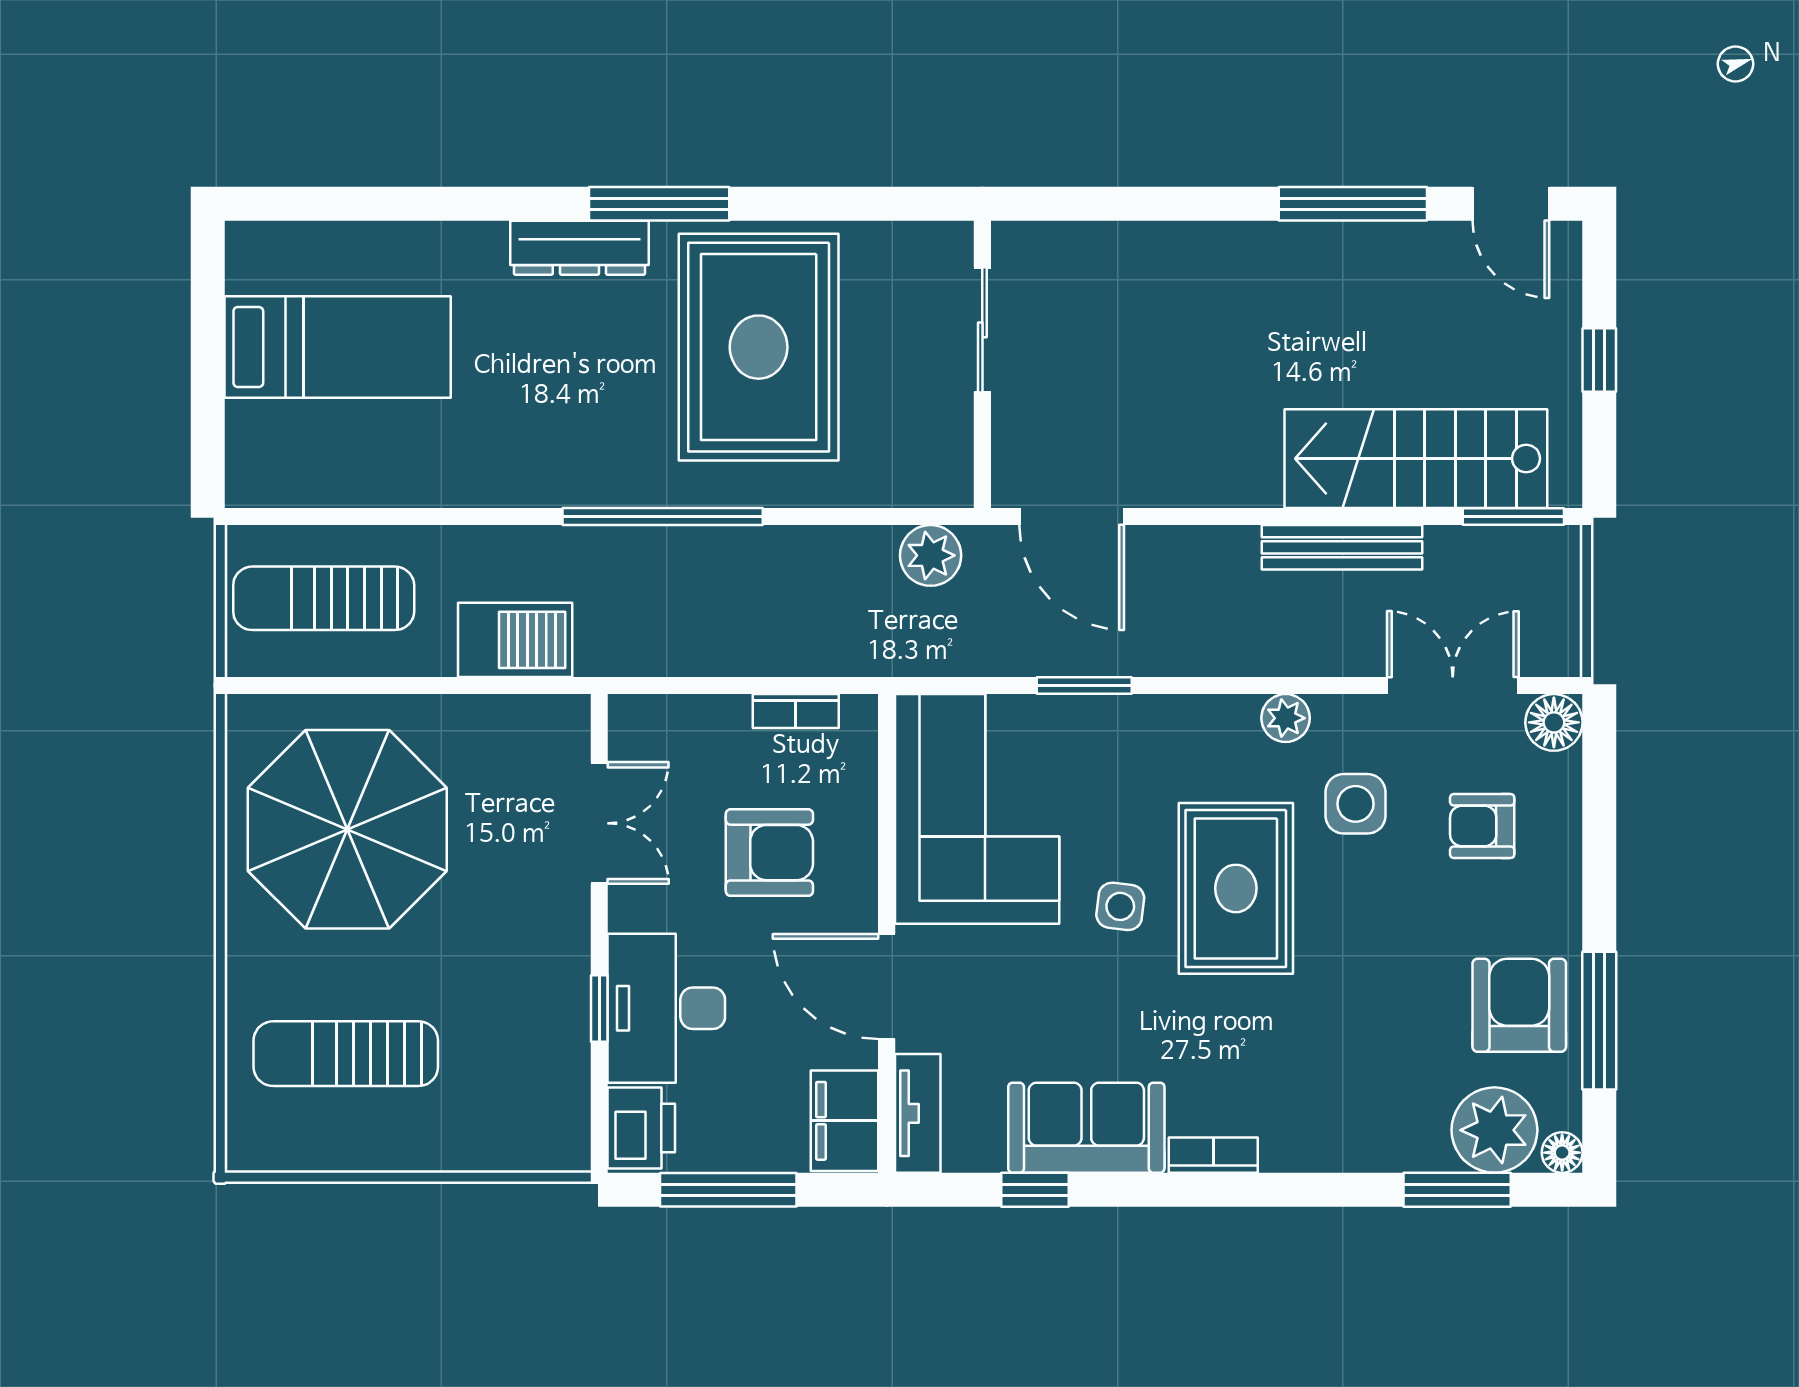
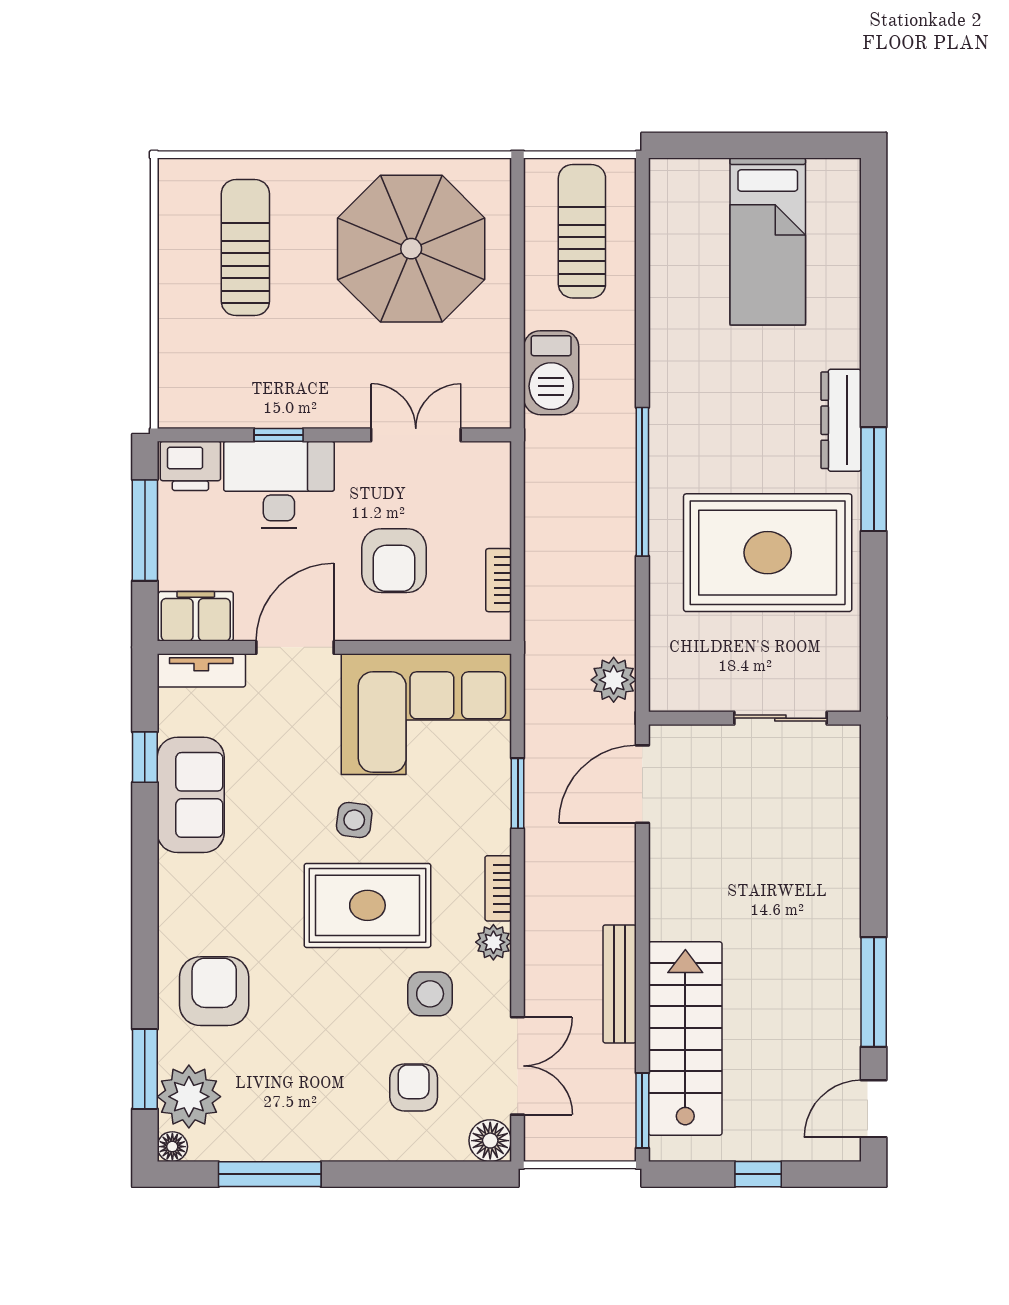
double door: (599, 823) -> (416, 435), swing flipped
armchair: (1519, 1005) -> (214, 991), moved, turned -90
bookcase: (1213, 1155) -> (498, 888), moved, turned 180

